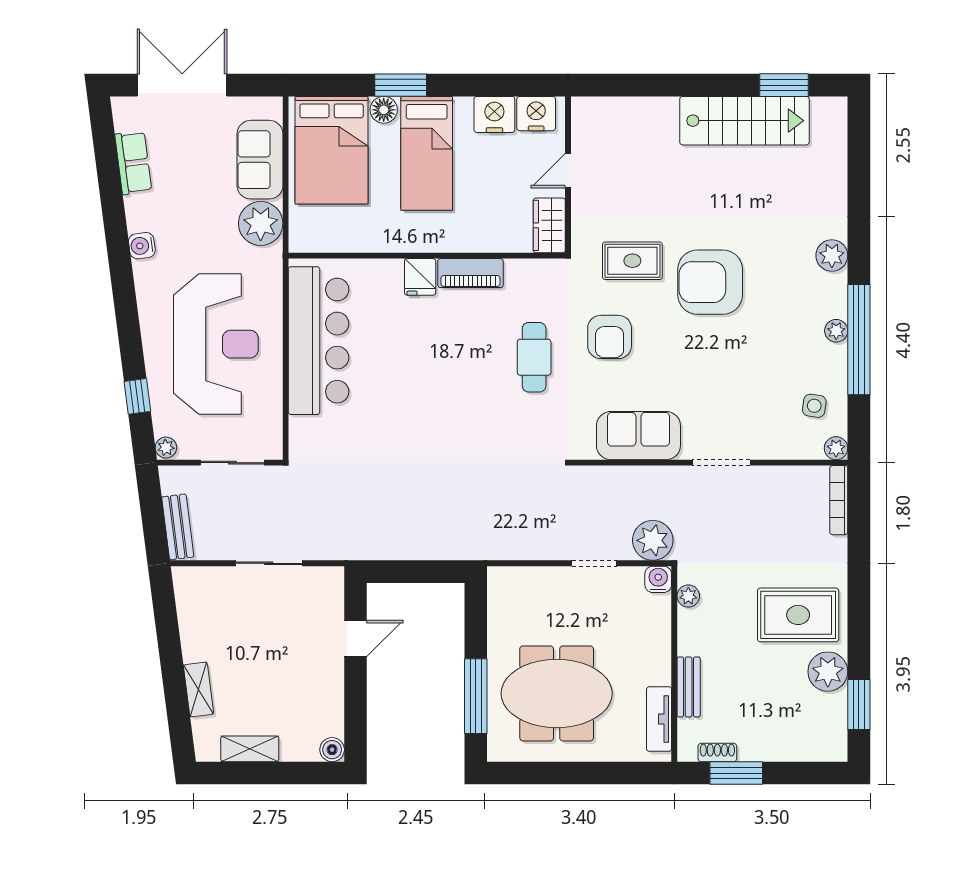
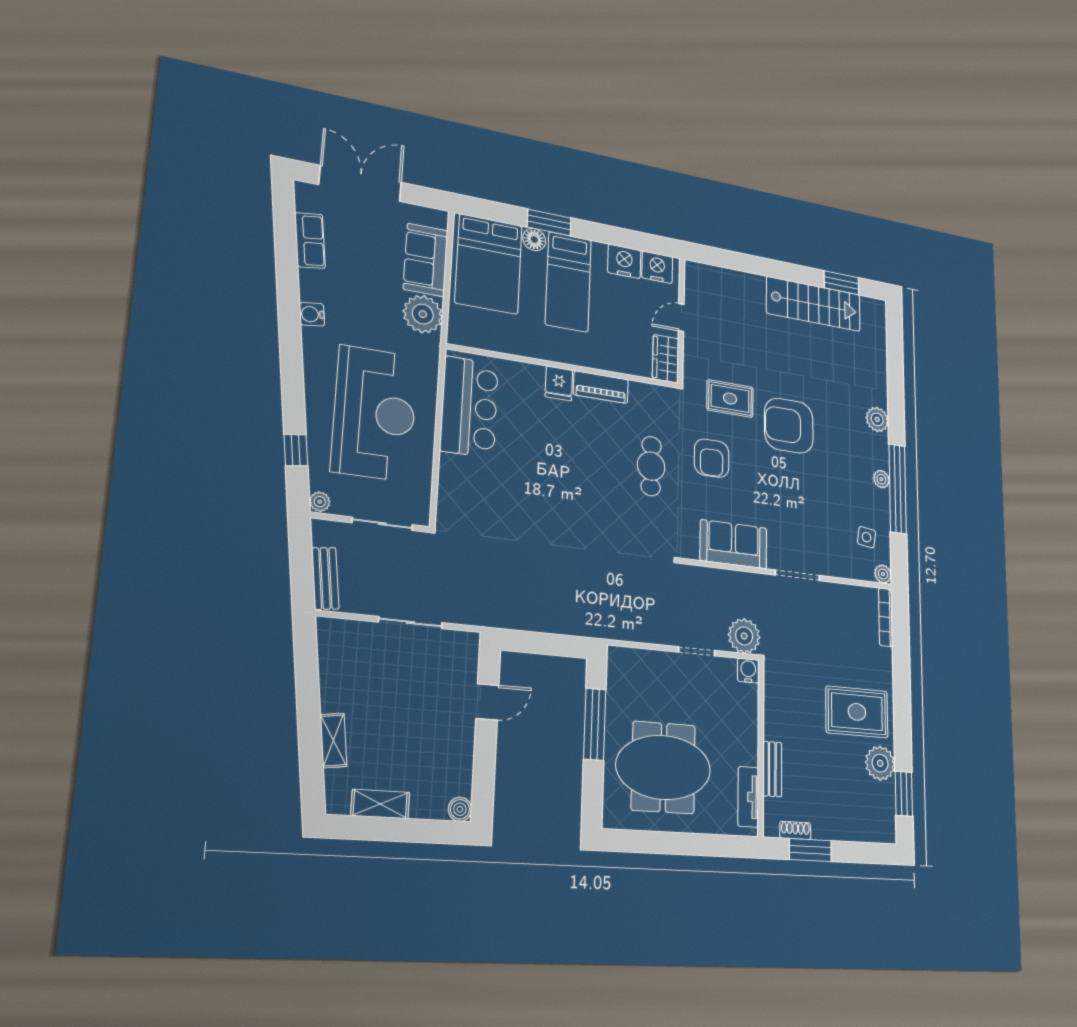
bar counter: (319, 341) -> (469, 407), width x0.73
plant: (688, 596) -> (772, 688), removed
window: (476, 696) -> (595, 724), moved

